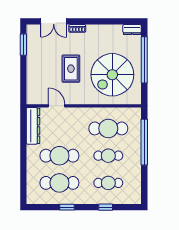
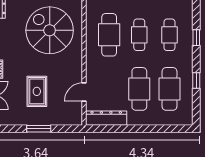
window: (23, 45) -> (39, 129), moved
rug: (71, 69) -> (37, 91), moved, turned 90
spiral stairs: (112, 75) -> (50, 30), turned 180

